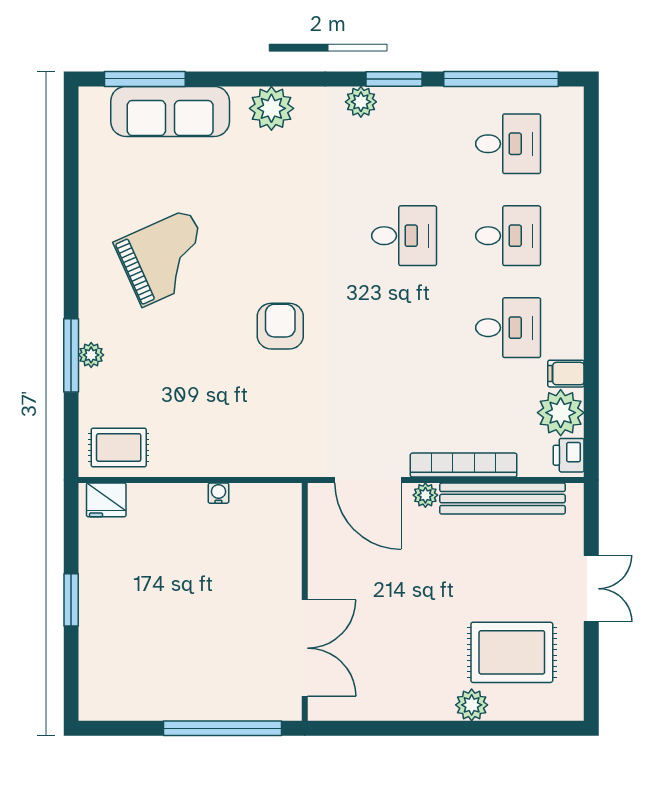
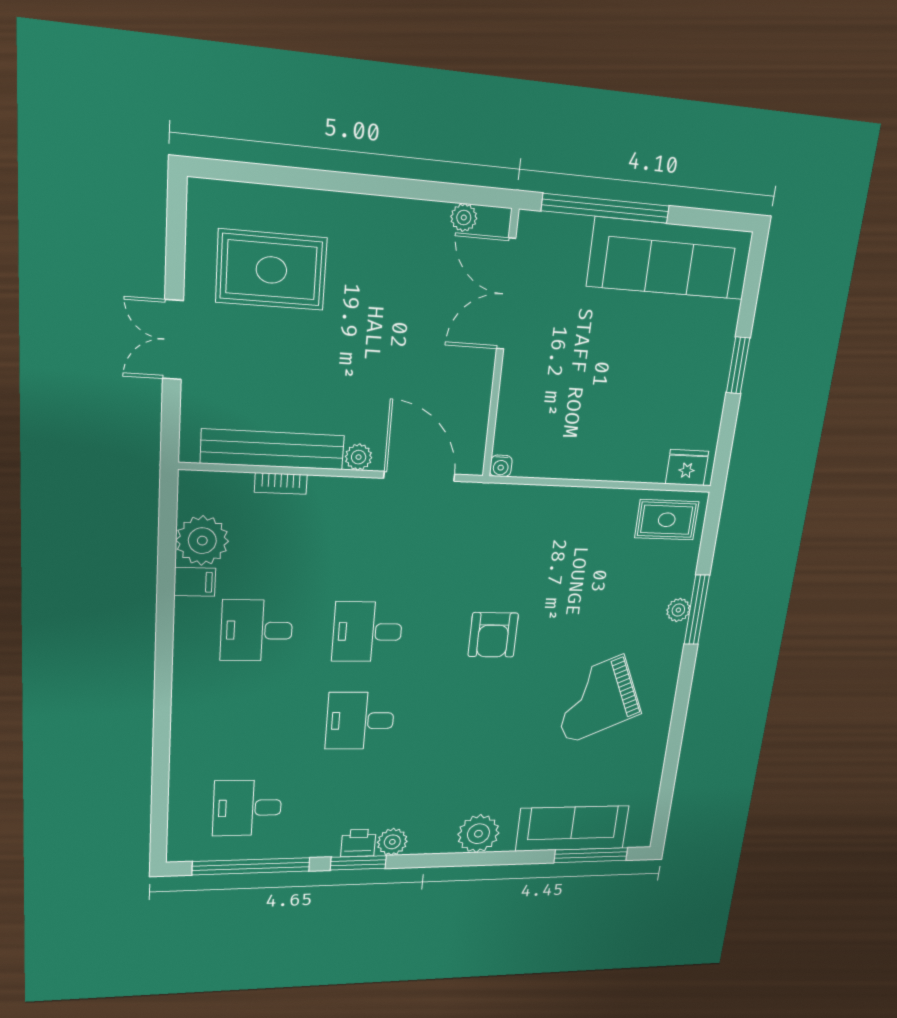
desk: (508, 236) -> (367, 632), moved
printer: (569, 455) -> (358, 843), moved, turned -90
bookcase: (464, 465) -> (281, 484), width x0.43, depth x0.76
water cooler: (218, 493) -> (501, 466), moved
sofa: (155, 691) -> (670, 259), added
plant: (472, 705) -> (464, 217), moved, width x0.73, depth x0.73

